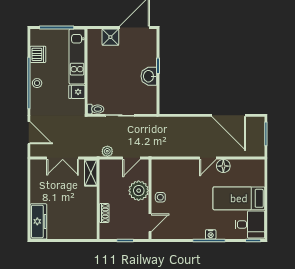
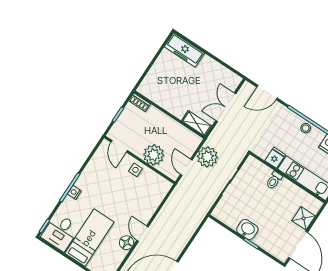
toilet: (96, 109) -> (274, 180), moved
plant: (107, 151) -> (207, 157), width x1.87, depth x1.87
shoe rack: (104, 213) -> (140, 102), moved

